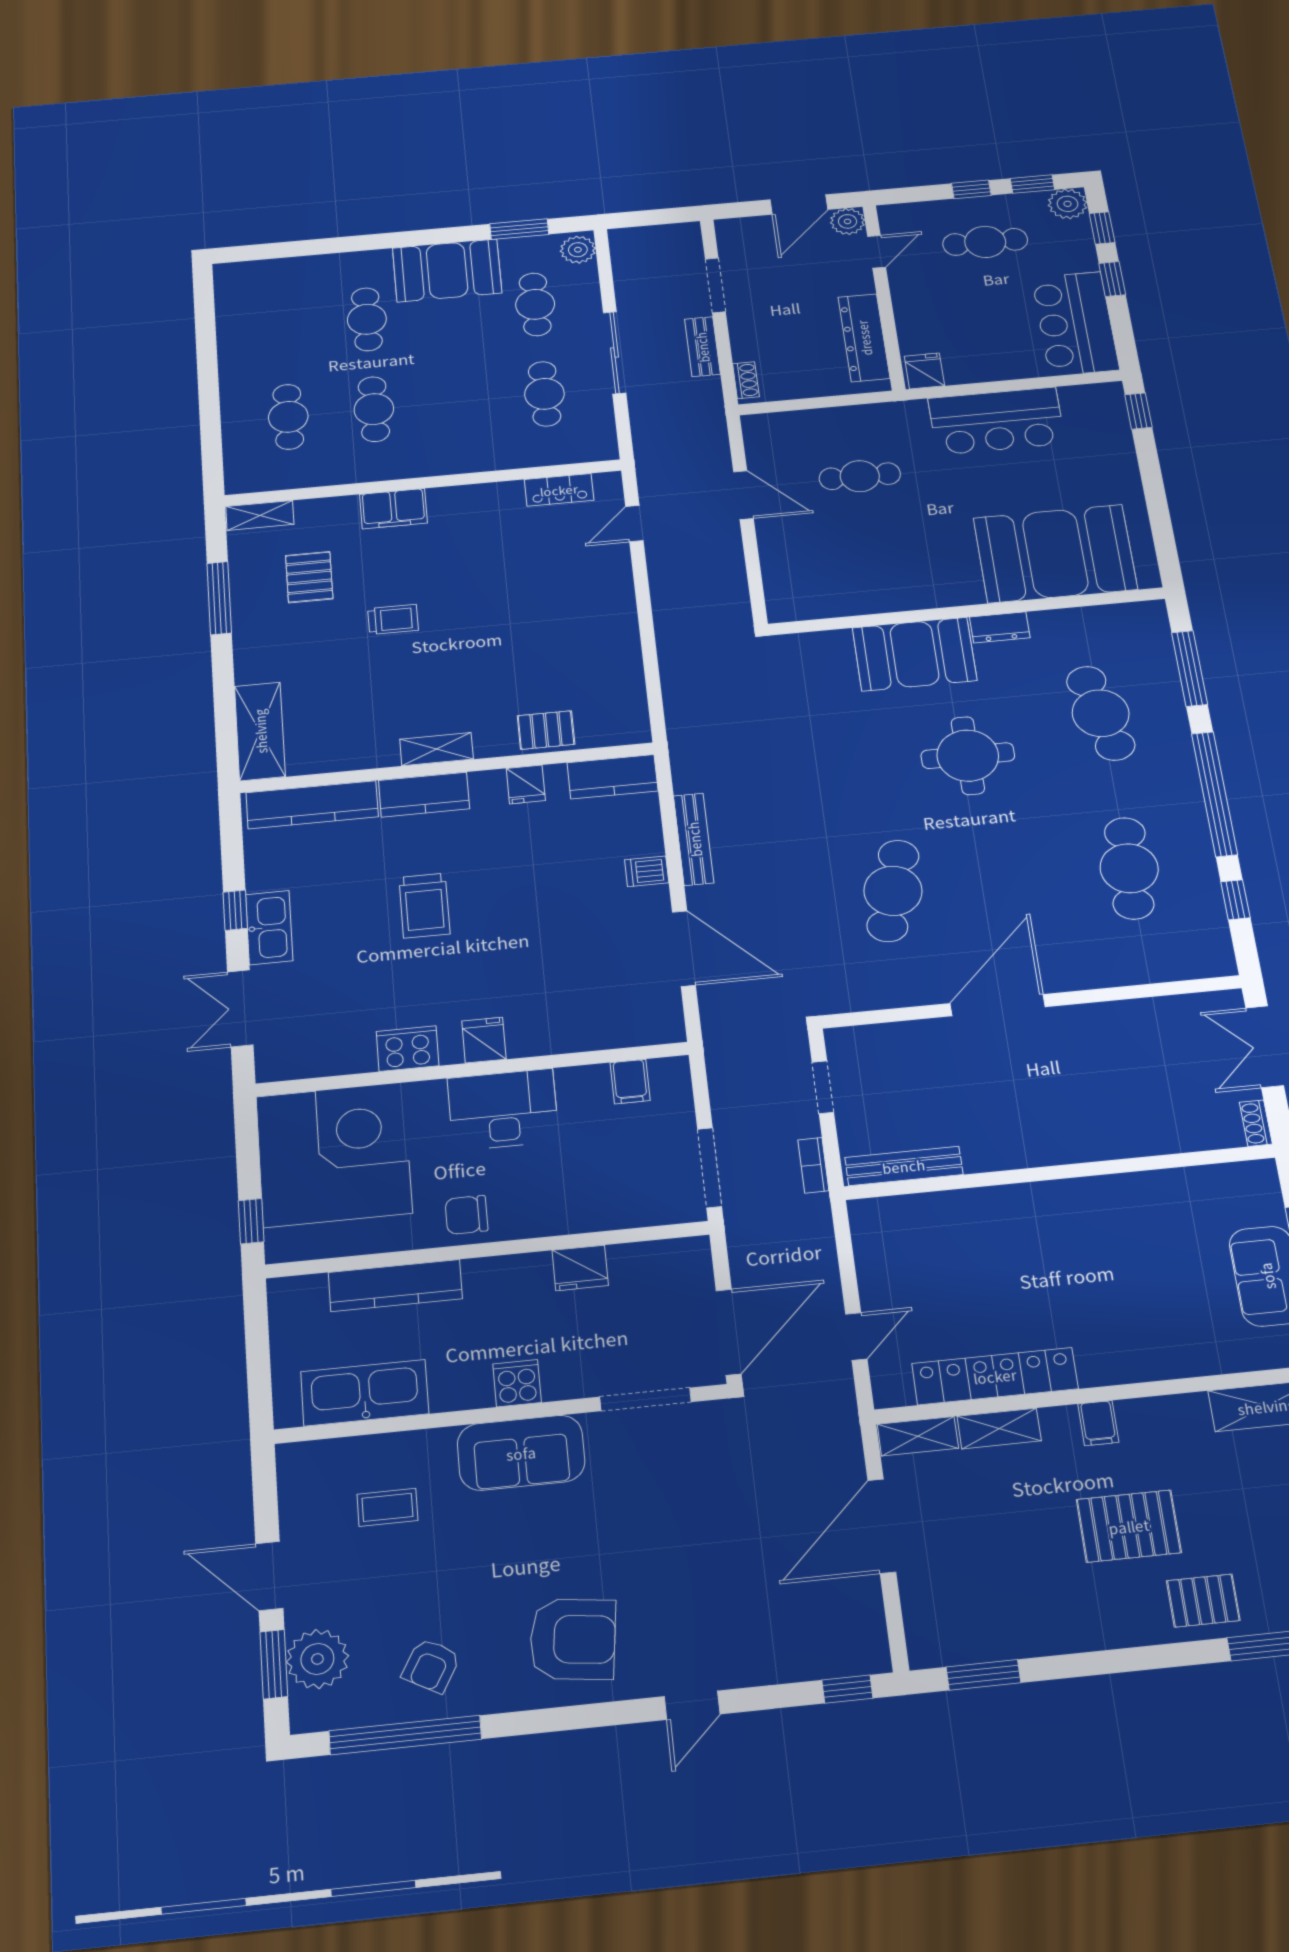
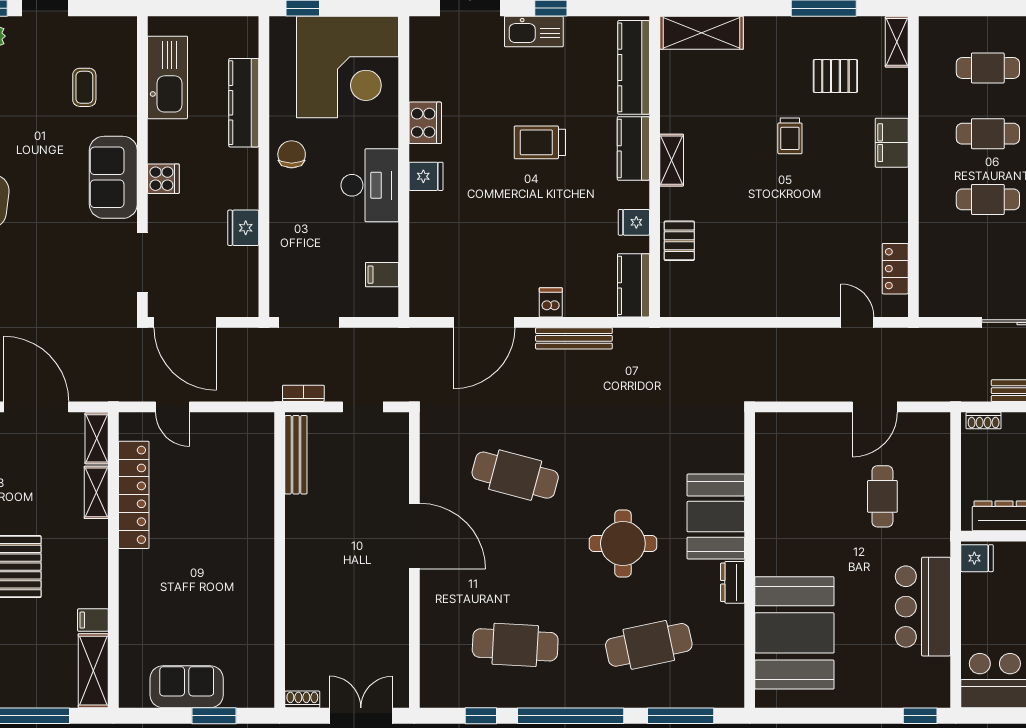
cafe table: (544, 394) -> (988, 199), moved
filing cabinet: (1098, 1423) -> (93, 620), moved

